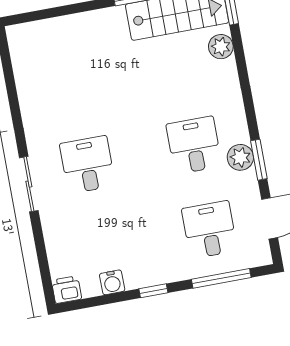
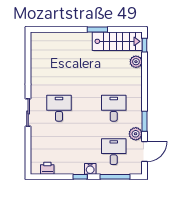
plant: (240, 157) -> (136, 134), moved
water cooler: (112, 282) -> (90, 169), moved
printer: (67, 290) -> (47, 168), moved

